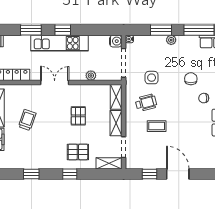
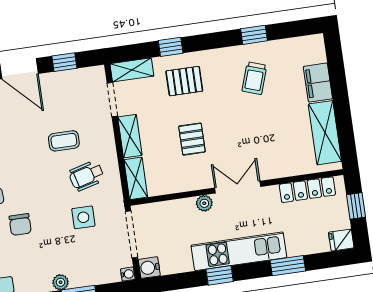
window: (63, 30) -> (220, 275), moved
plant: (91, 76) -> (204, 203), moved
double door: (55, 82) -> (238, 187), swing flipped
trolley: (27, 120) -> (254, 78), moved
window: (70, 174) -> (171, 47), moved

